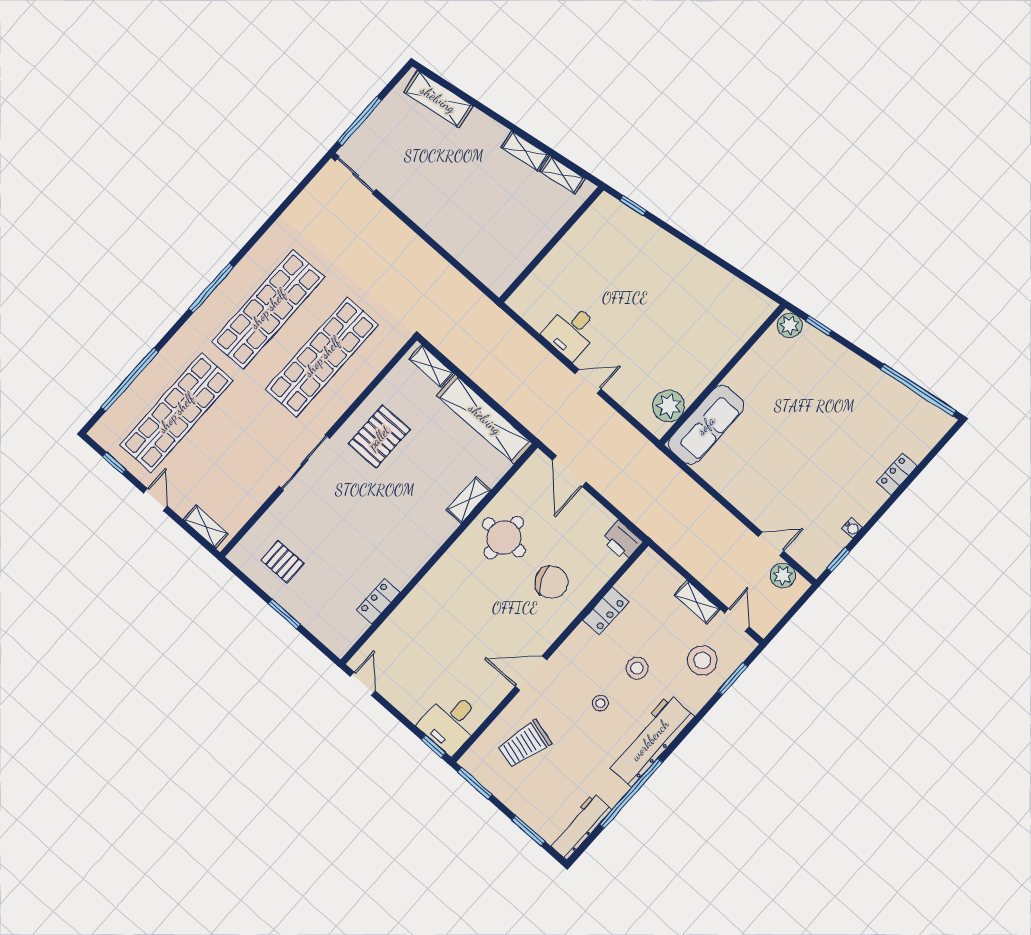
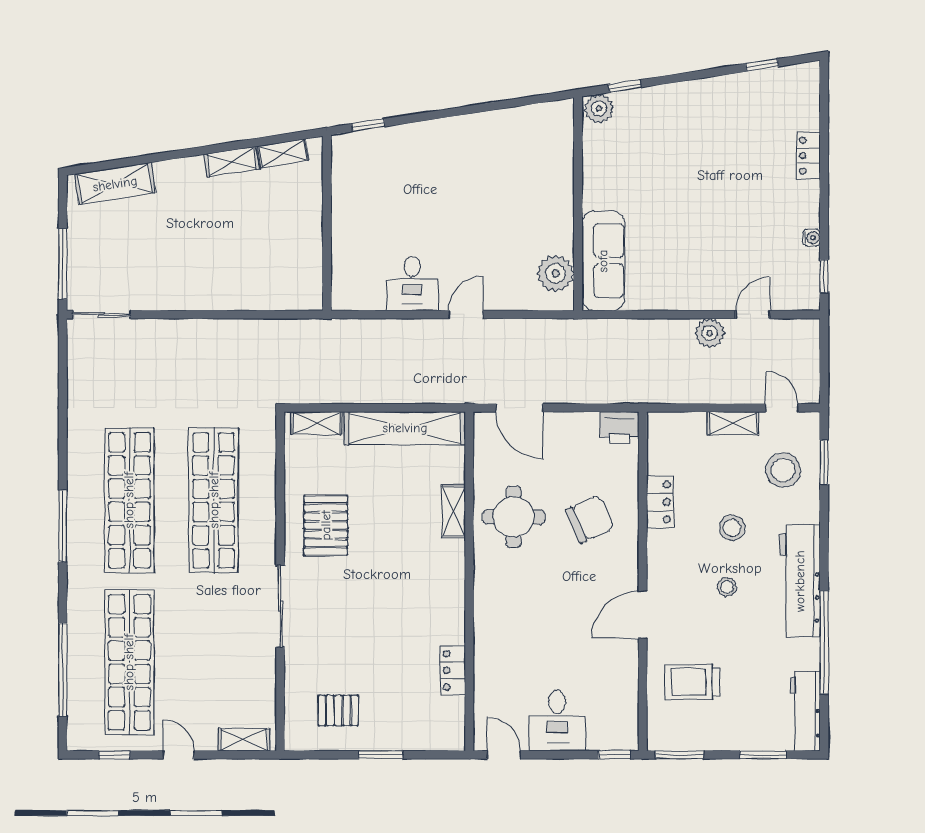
window: (918, 390) -> (762, 65), width x0.32
plant: (783, 575) -> (710, 333), moved
desk: (451, 722) -> (557, 721), moved
trolley: (525, 744) -> (693, 682), turned 75

